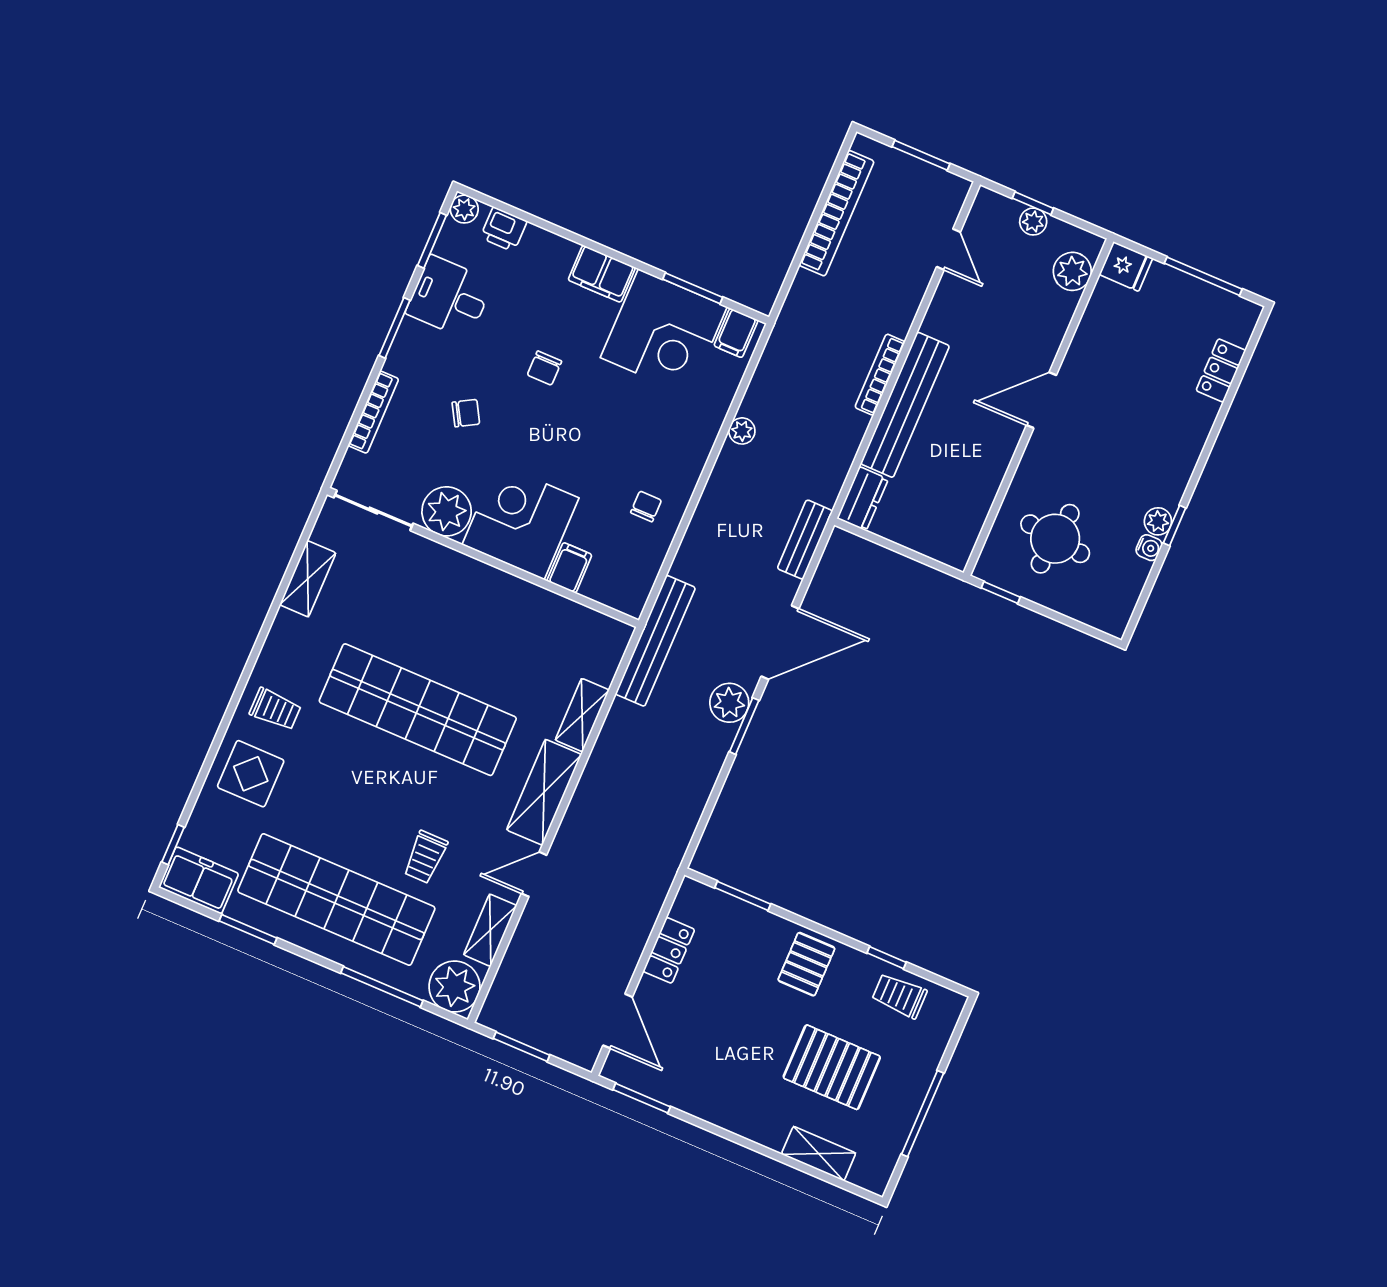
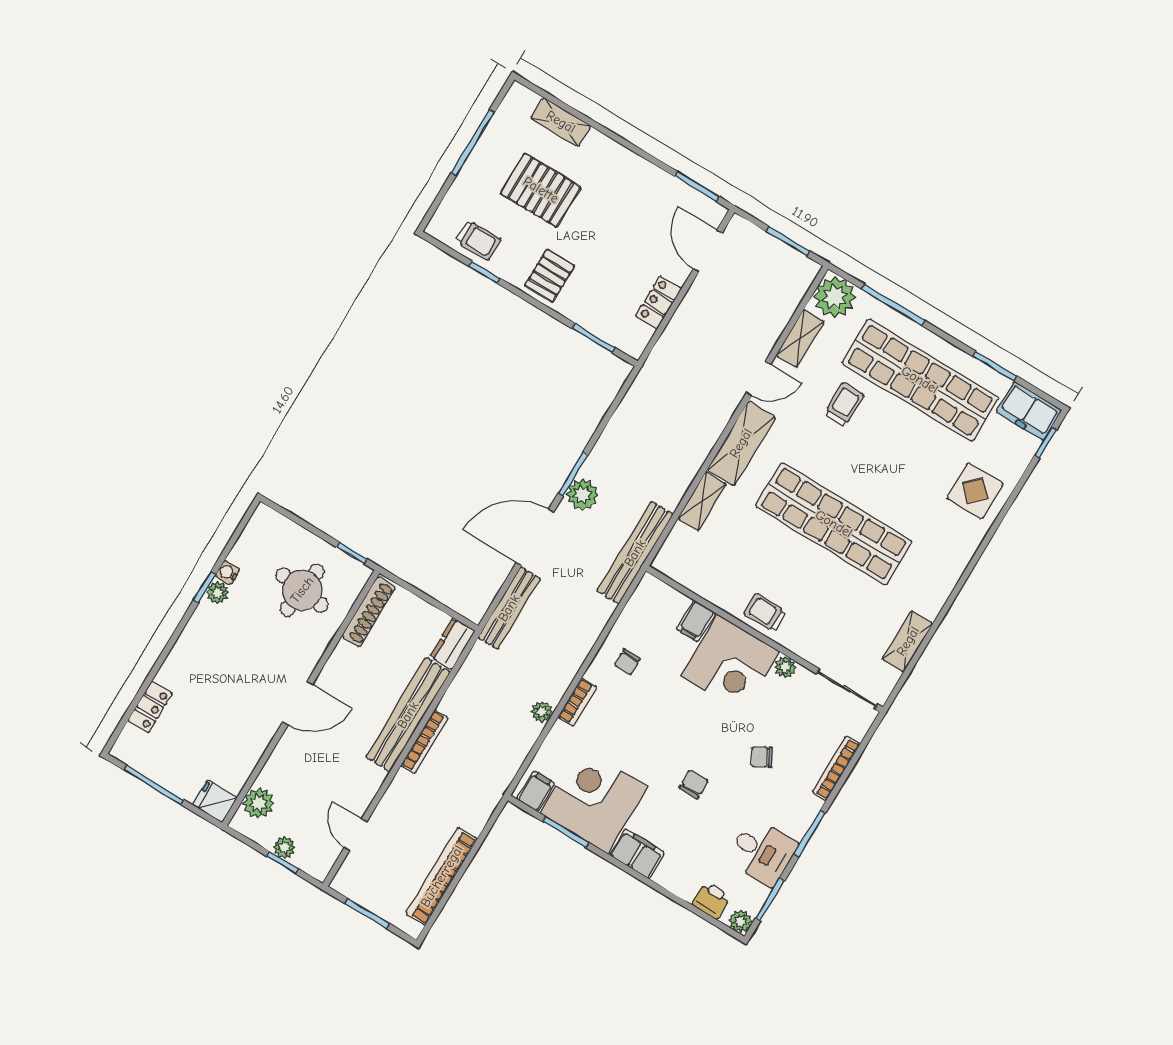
bookcase: (700, 449) -> (577, 702), added
plant: (447, 511) -> (785, 667), width x0.53, depth x0.53
shoe rack: (970, 524) -> (369, 612), added
bench: (805, 540) -> (509, 608), width x1.36
trolley: (275, 709) -> (765, 613), moved

